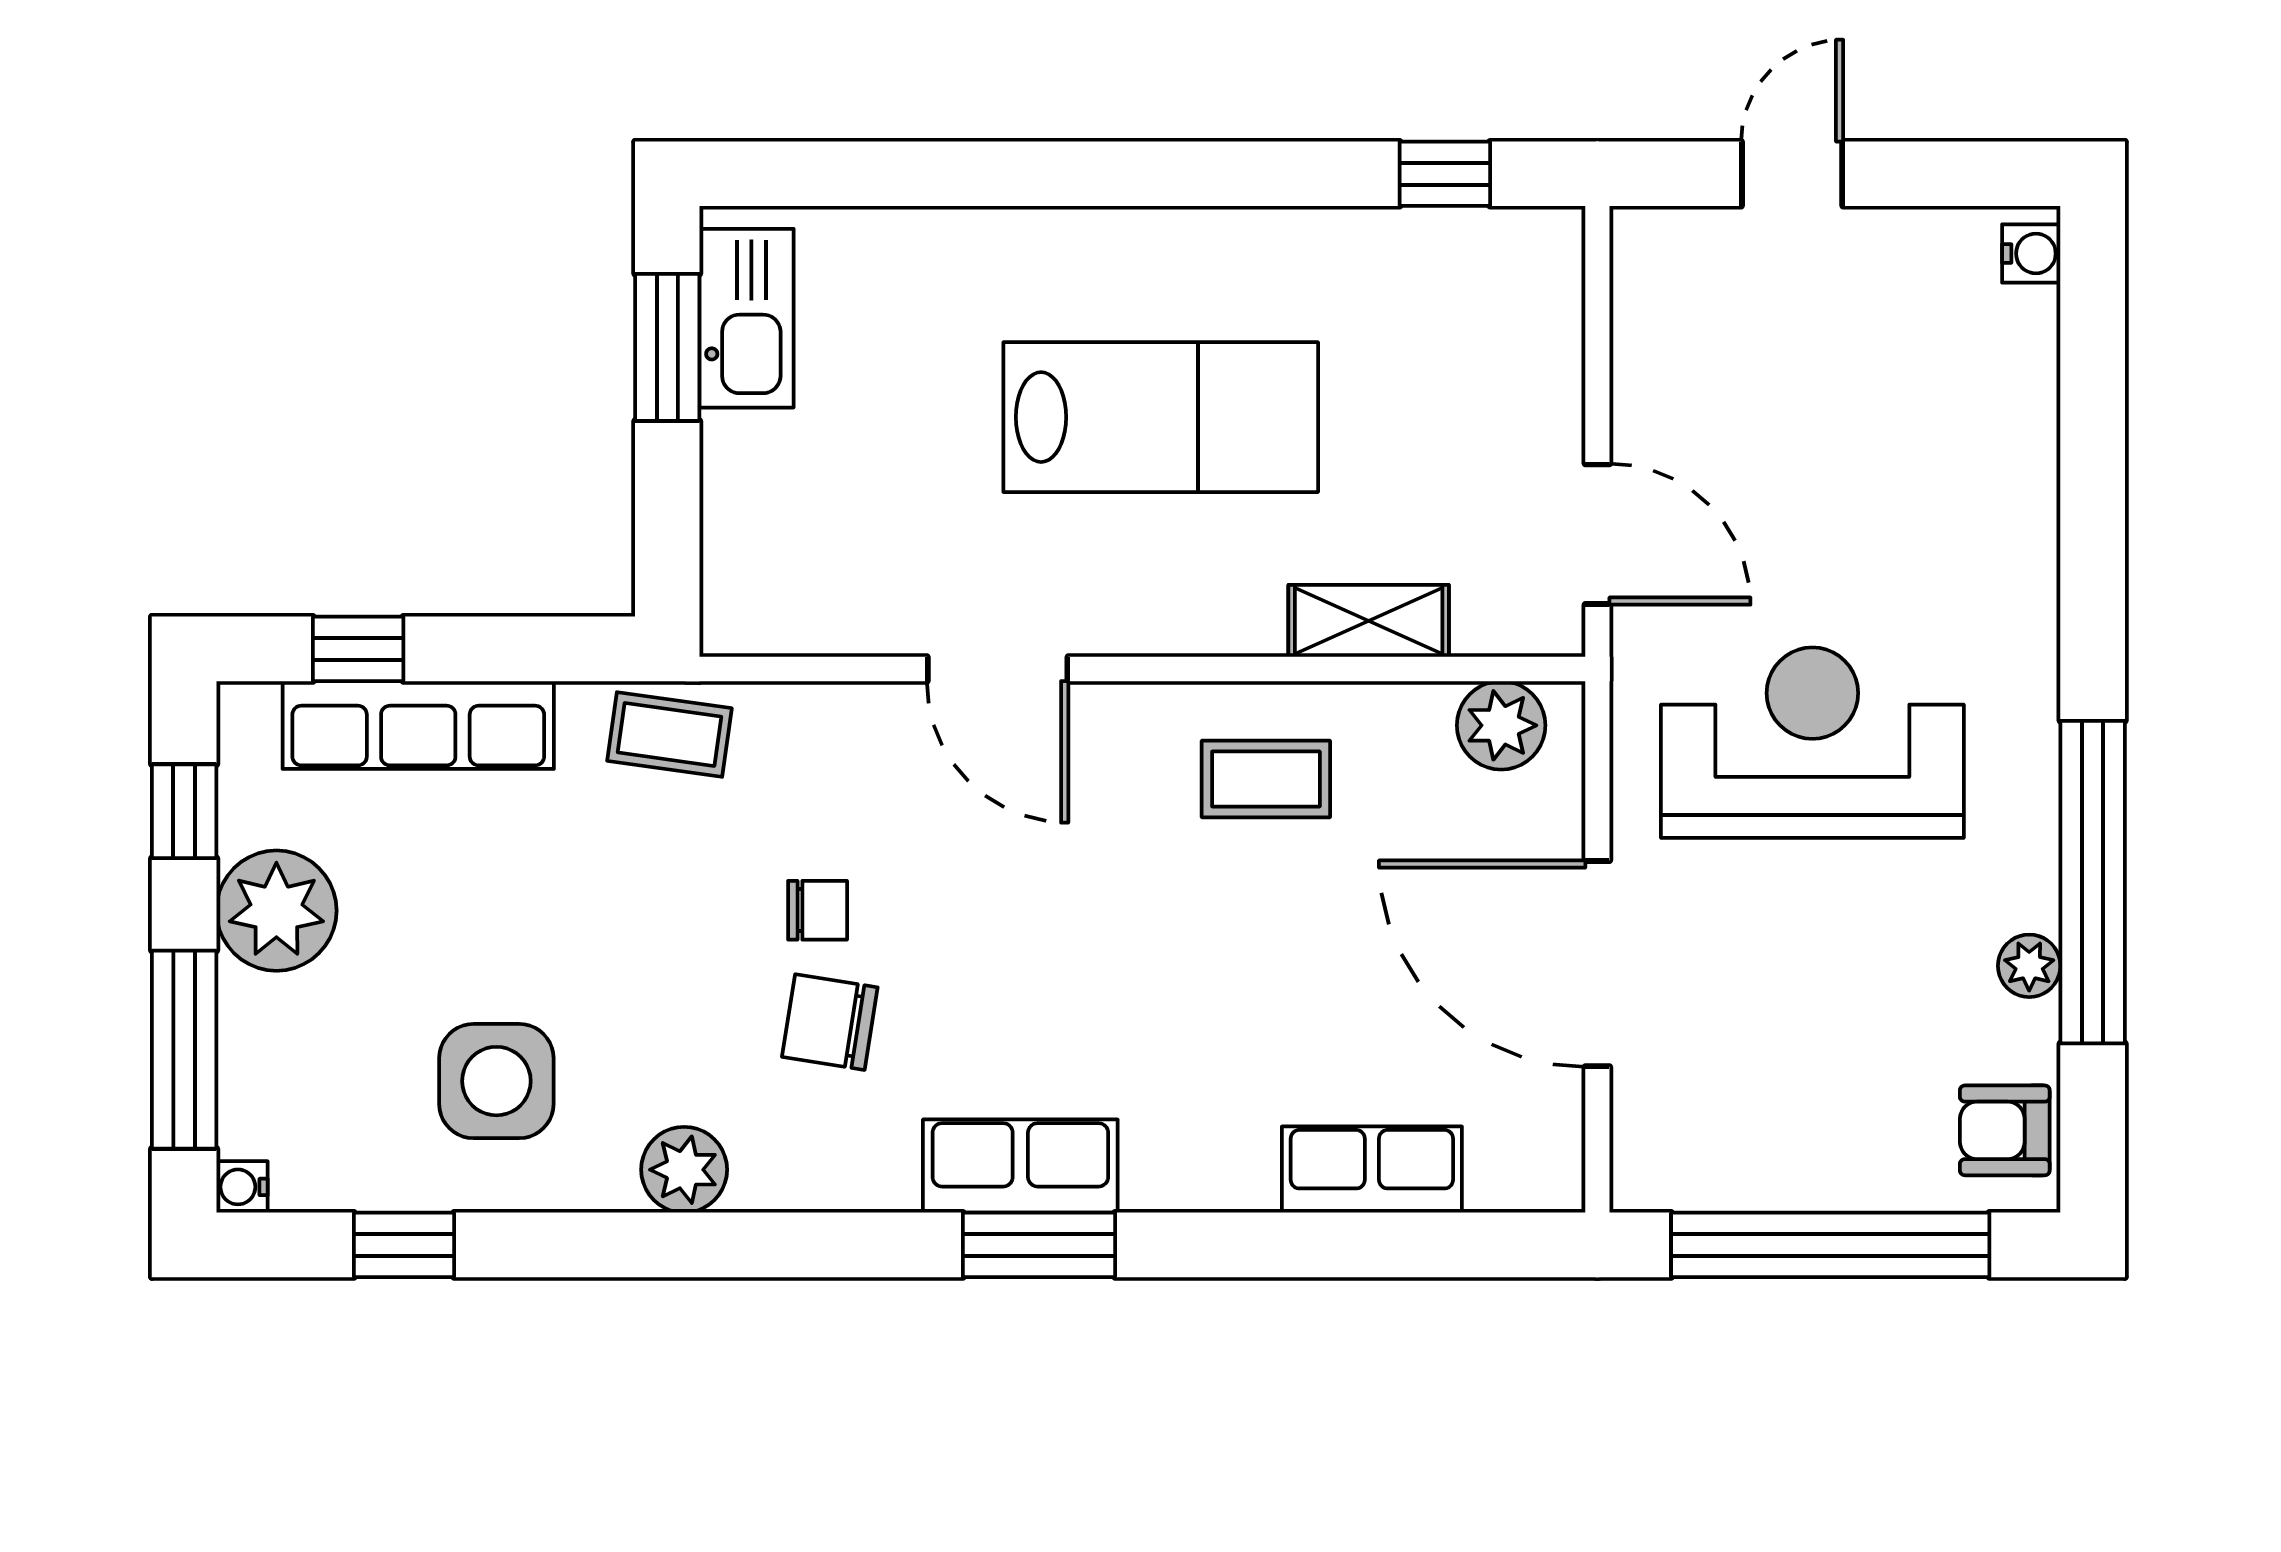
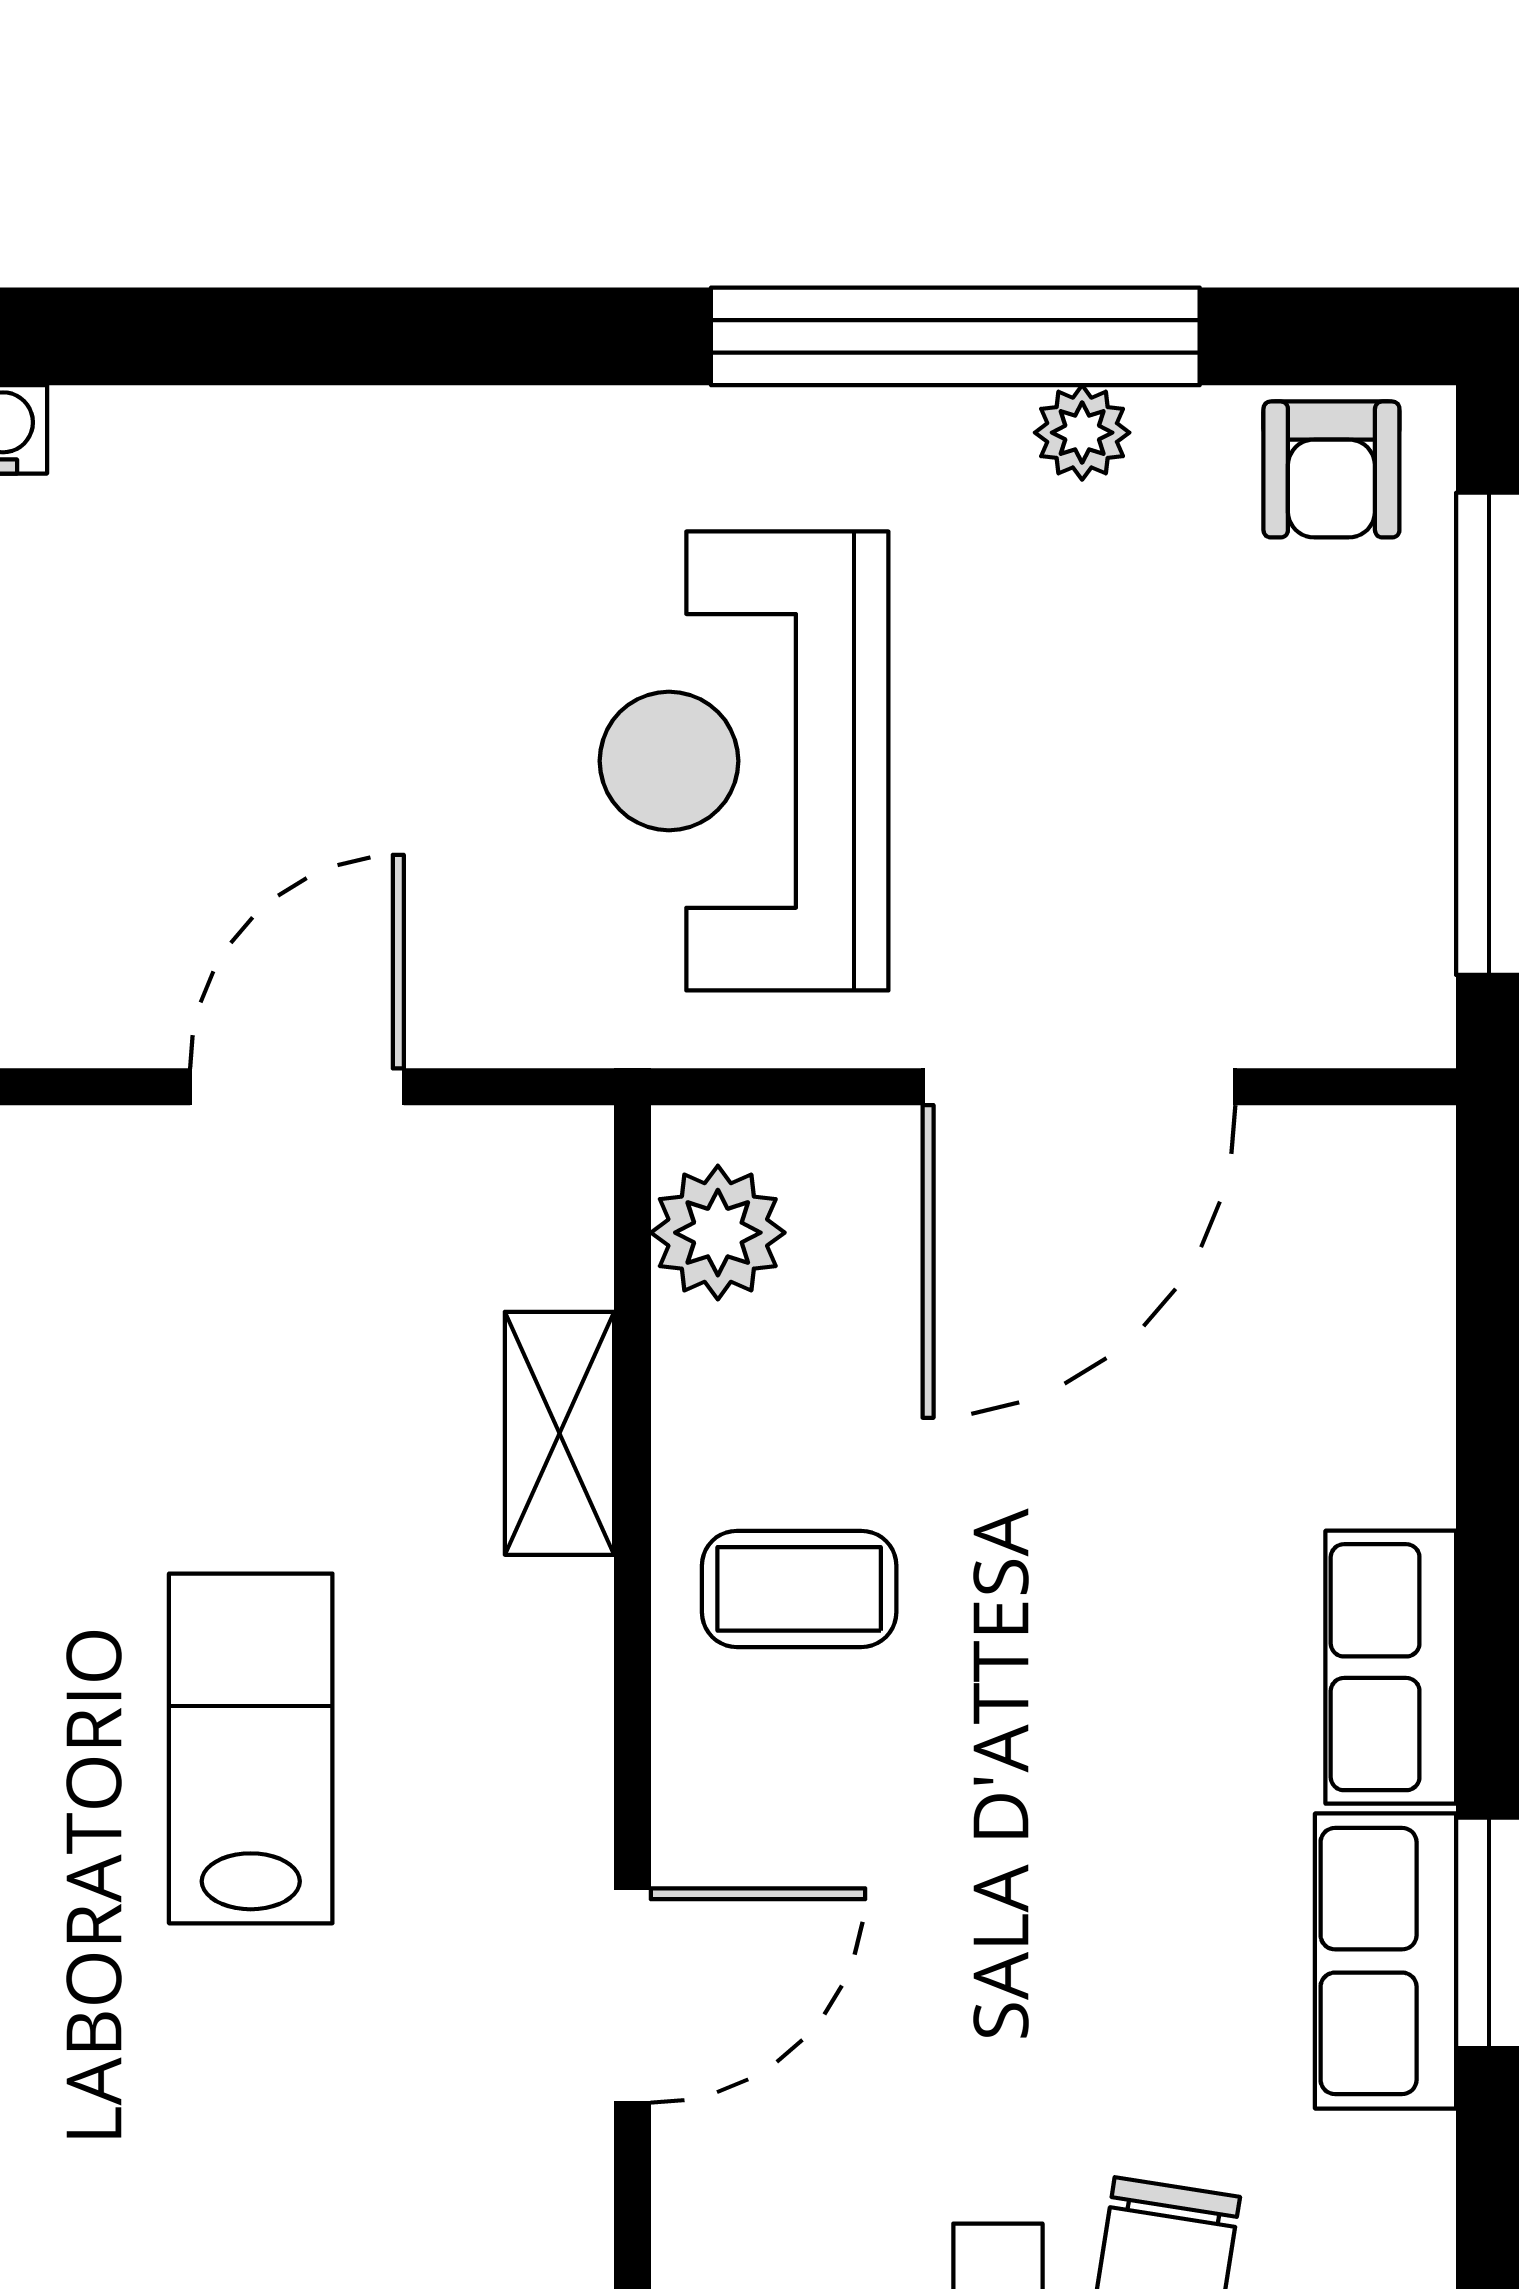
lab bench: (1161, 417) -> (251, 1748), width x0.73, depth x0.72
door: (1597, 534) -> (297, 1087), moved
coffee table: (1266, 779) -> (799, 1589), turned 90
row of seats: (1372, 1170) -> (1391, 1667), moved

